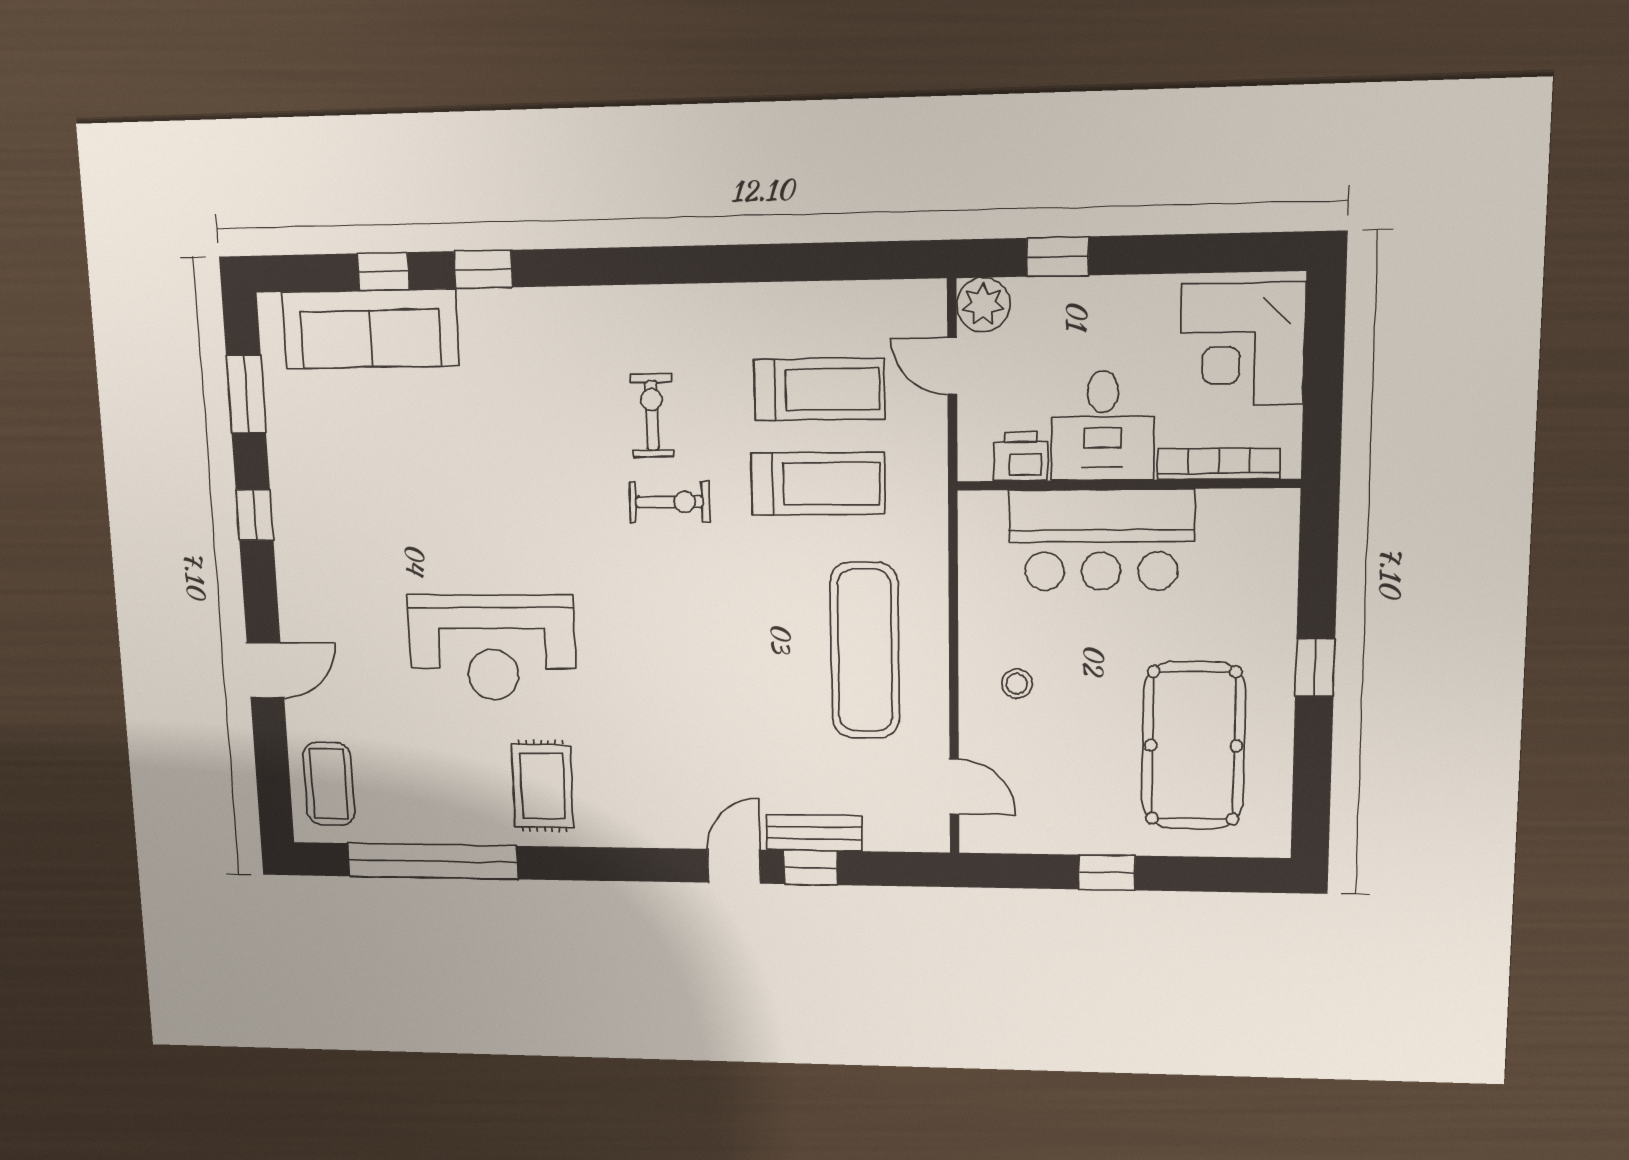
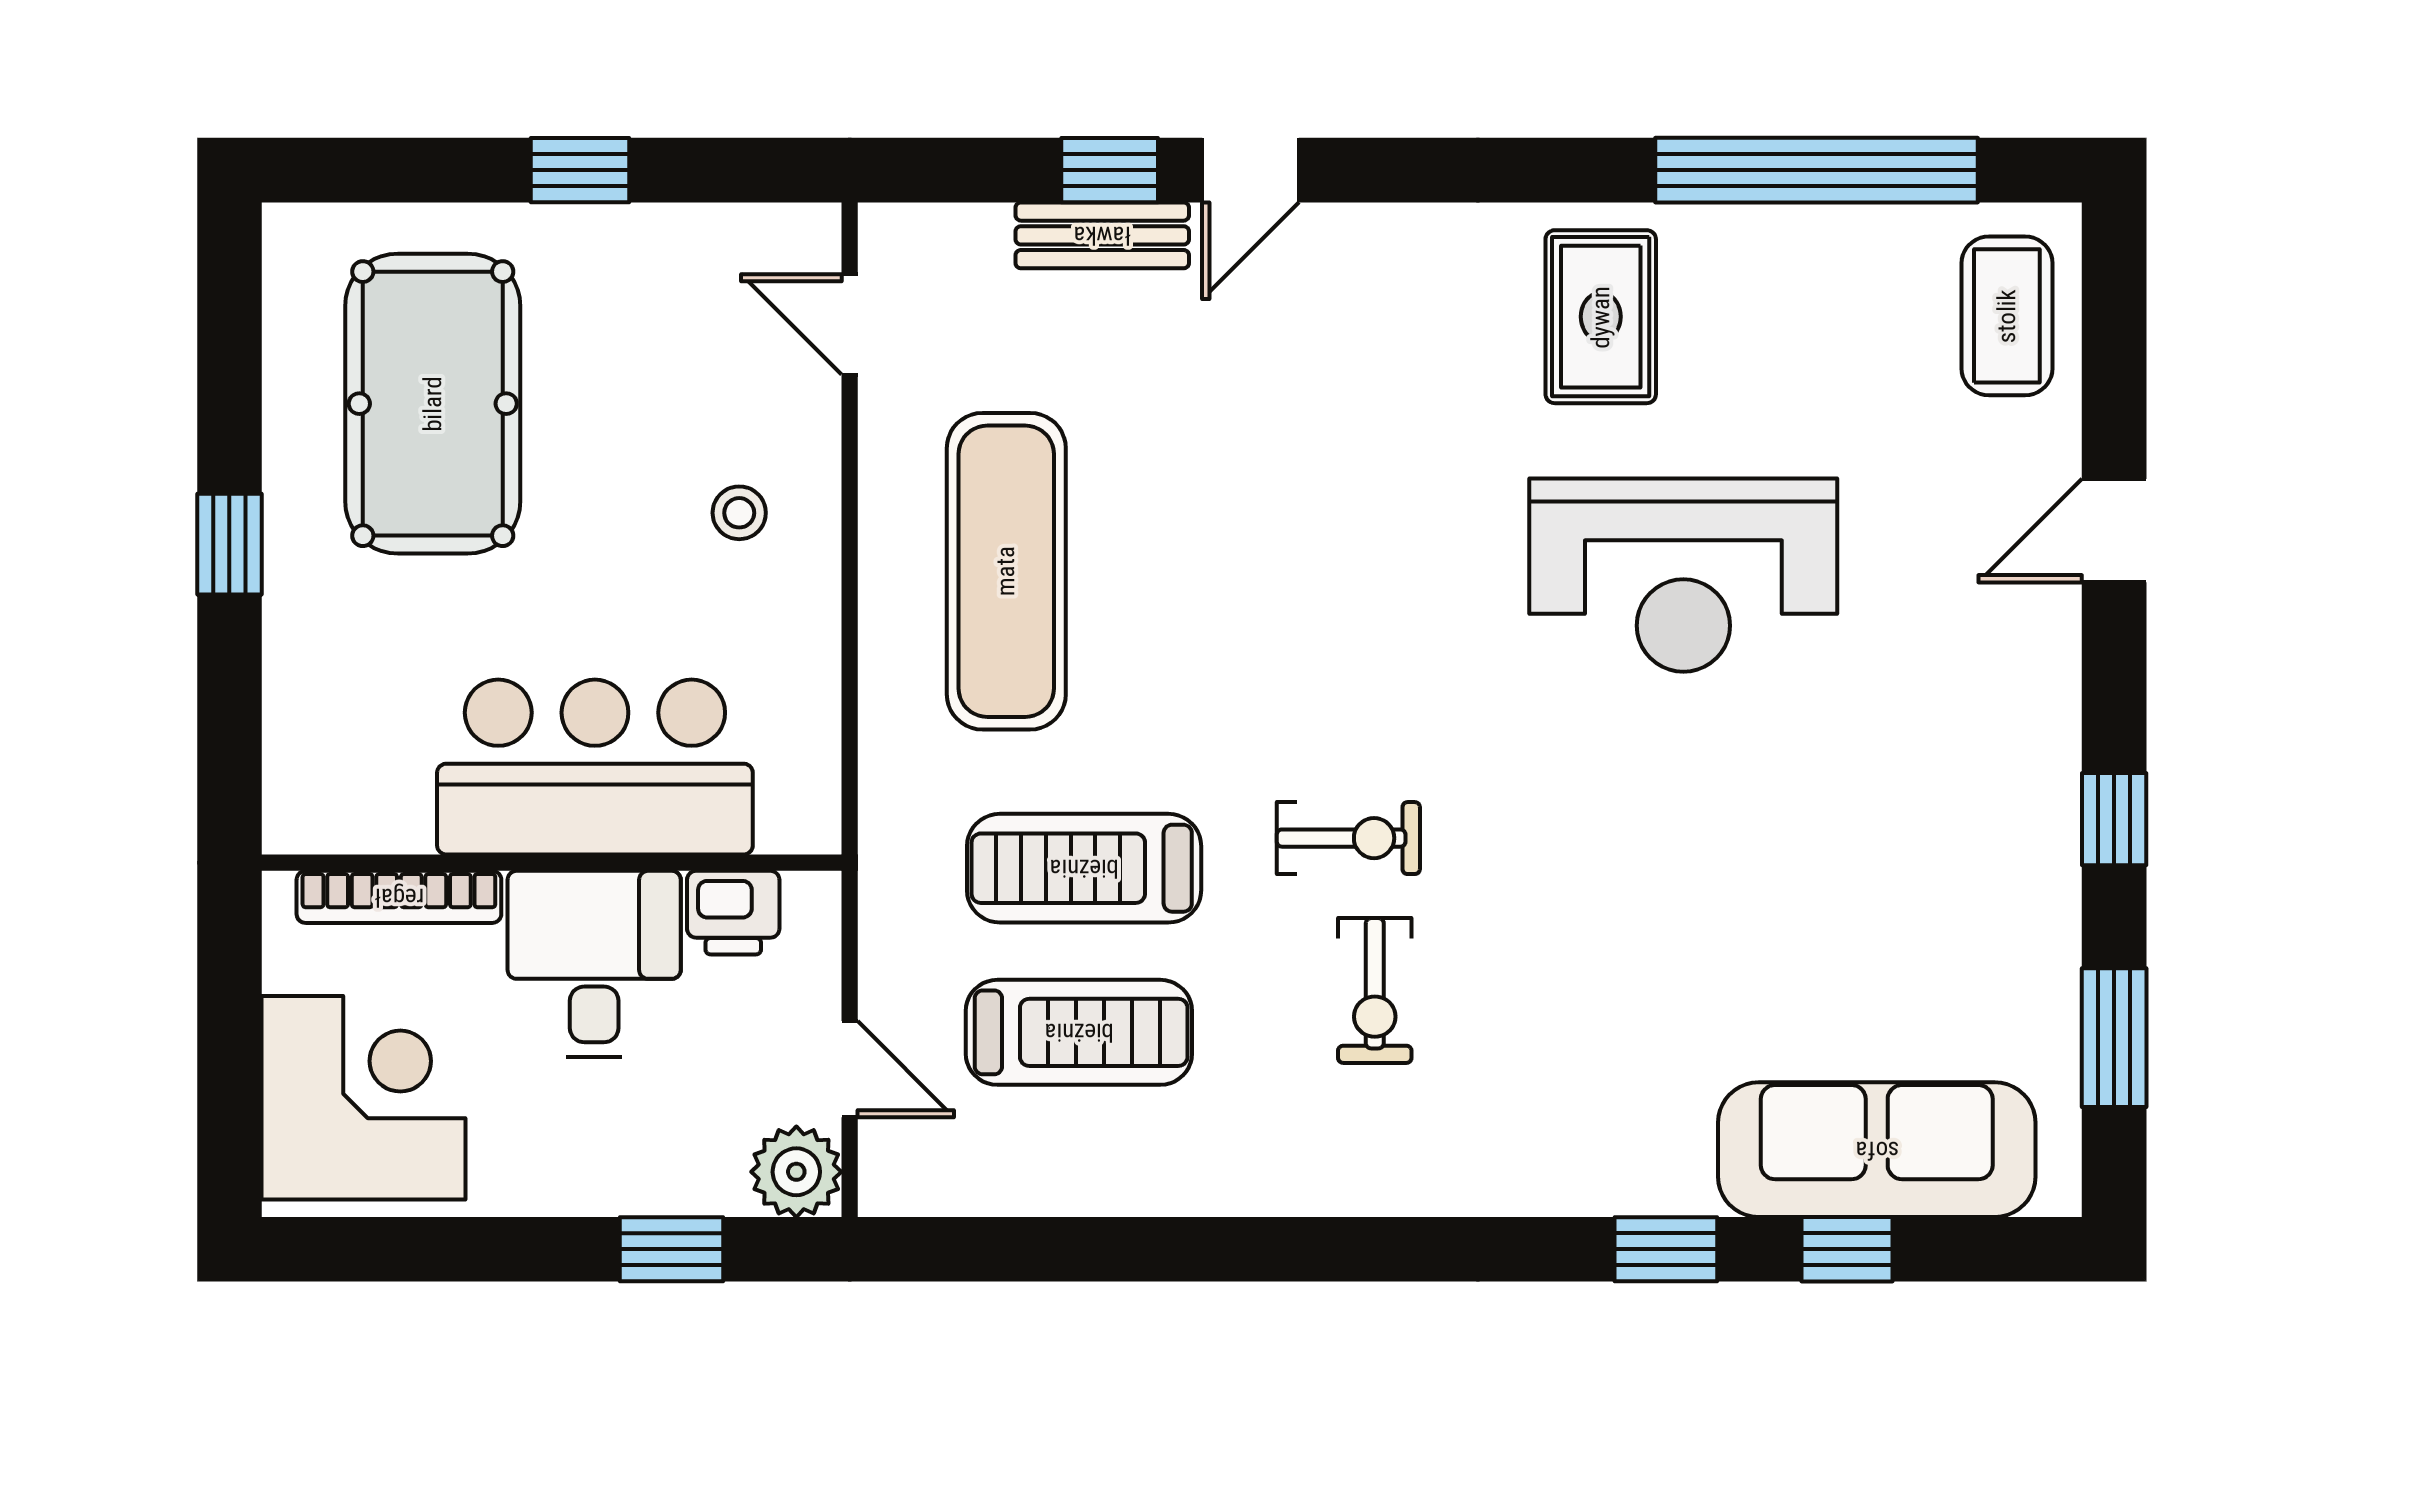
treadmill: (819, 389) -> (1079, 1032), turned 180
exercise bike: (670, 502) -> (1348, 838), turned 180
reception desk: (492, 647) -> (1683, 575), turned 180

